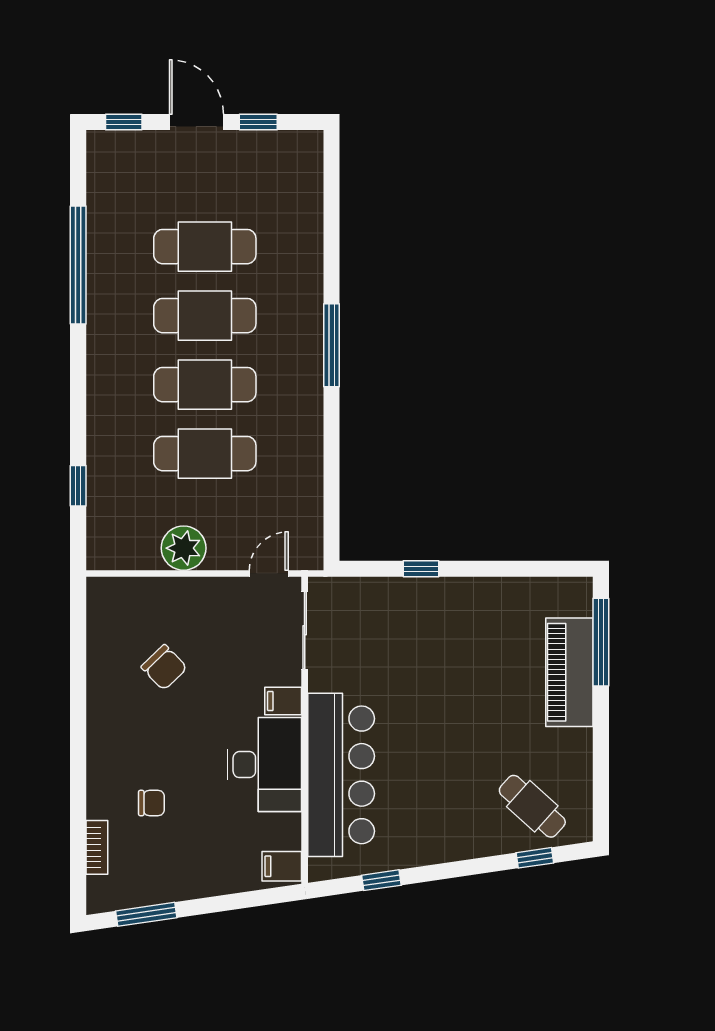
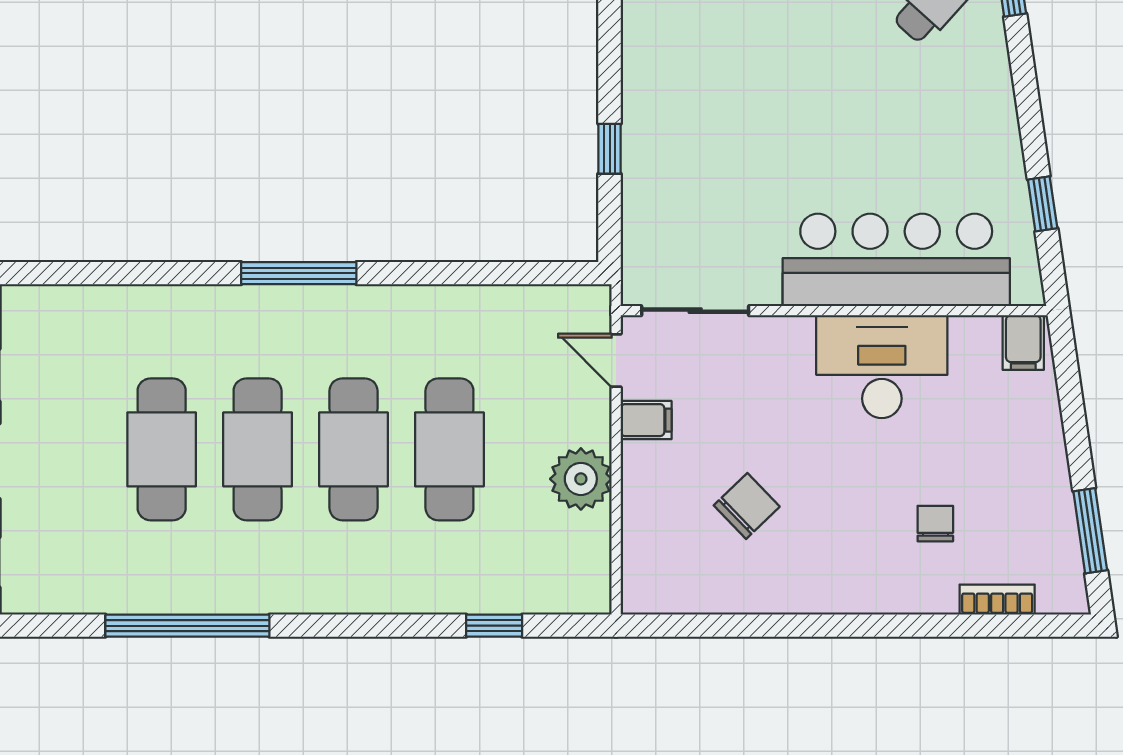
filing cabinet: (283, 701) -> (646, 420), moved, turned -90

